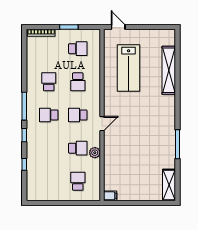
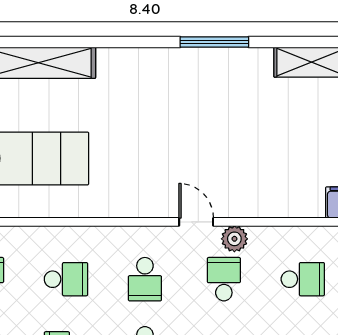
door: (102, 124) -> (196, 222), moved
school desk: (78, 181) -> (303, 279), turned 180

